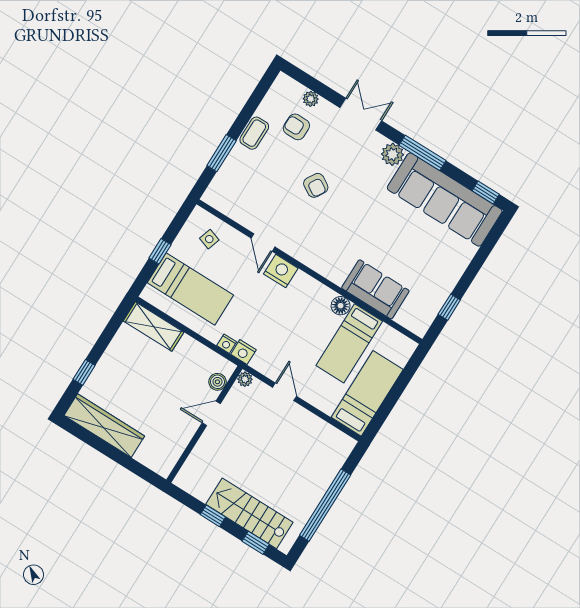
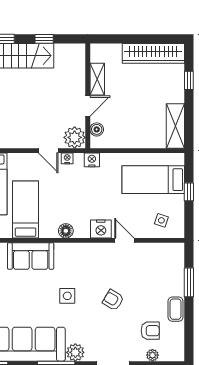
side table: (363, 221) -> (67, 296), added
floor lamp: (341, 306) -> (66, 231), moved
shelving: (153, 327) -> (175, 126), moved, turned 90
nightstand: (227, 344) -> (67, 158), moved
plant: (245, 379) -> (75, 137), width x1.88, depth x1.88
shelving: (183, 436) -> (97, 79), added

